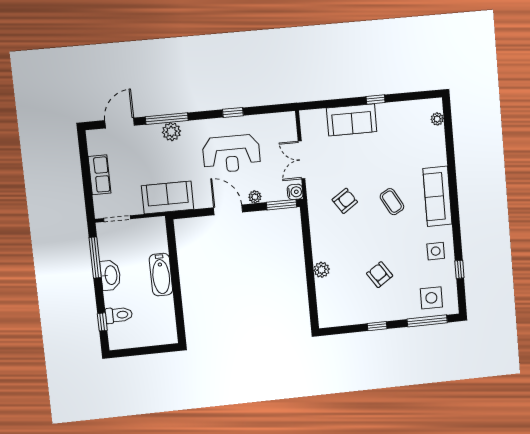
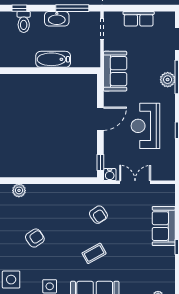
plant: (255, 197) -> (109, 142), removed
window: (281, 205) -> (100, 163), width x0.67
plant: (322, 270) -> (19, 190), moved

